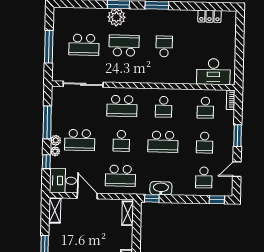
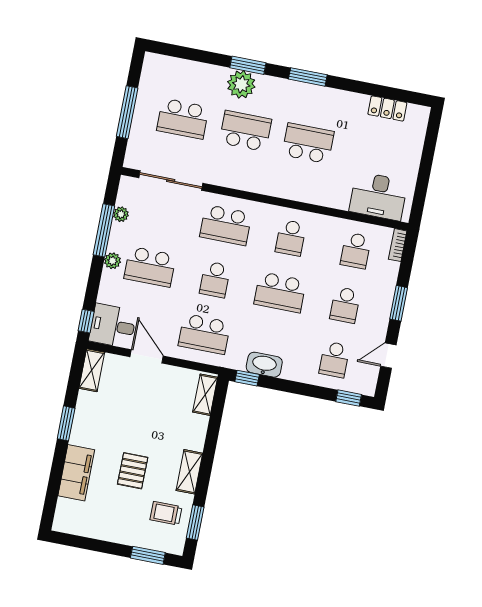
school desk: (164, 46) -> (308, 143), width x1.85
plant: (55, 151) -> (121, 214), moved
window: (46, 162) -> (86, 321), moved

